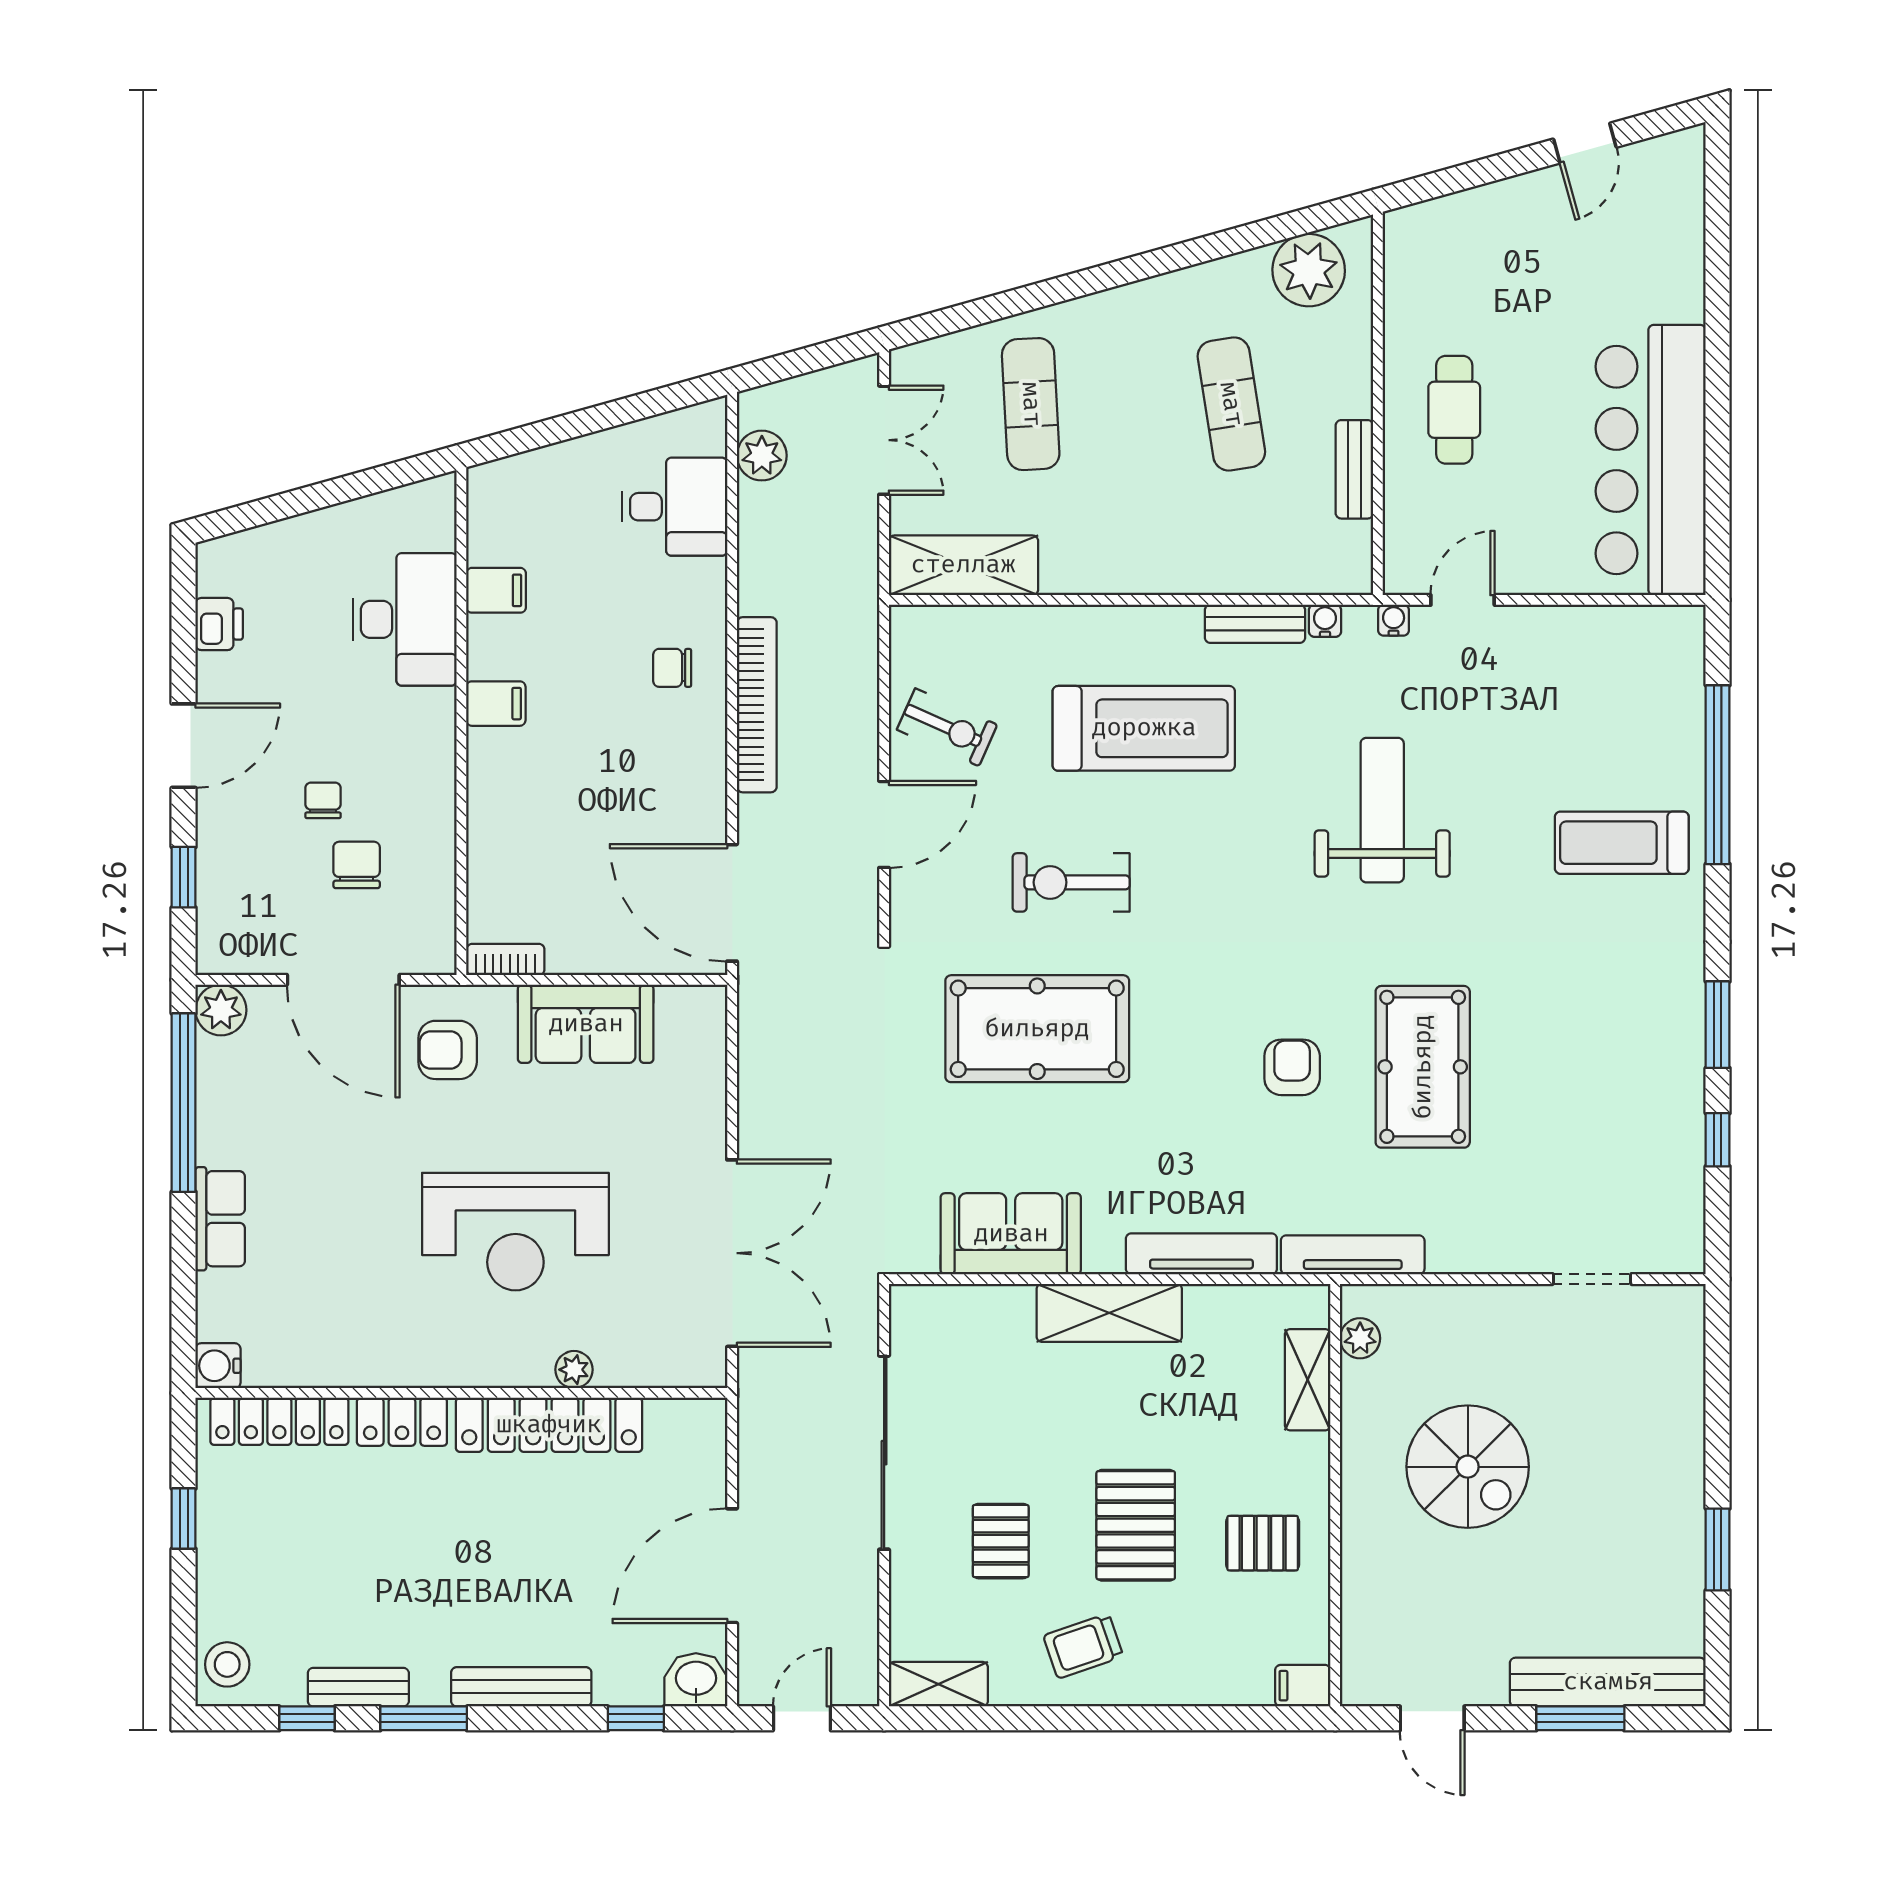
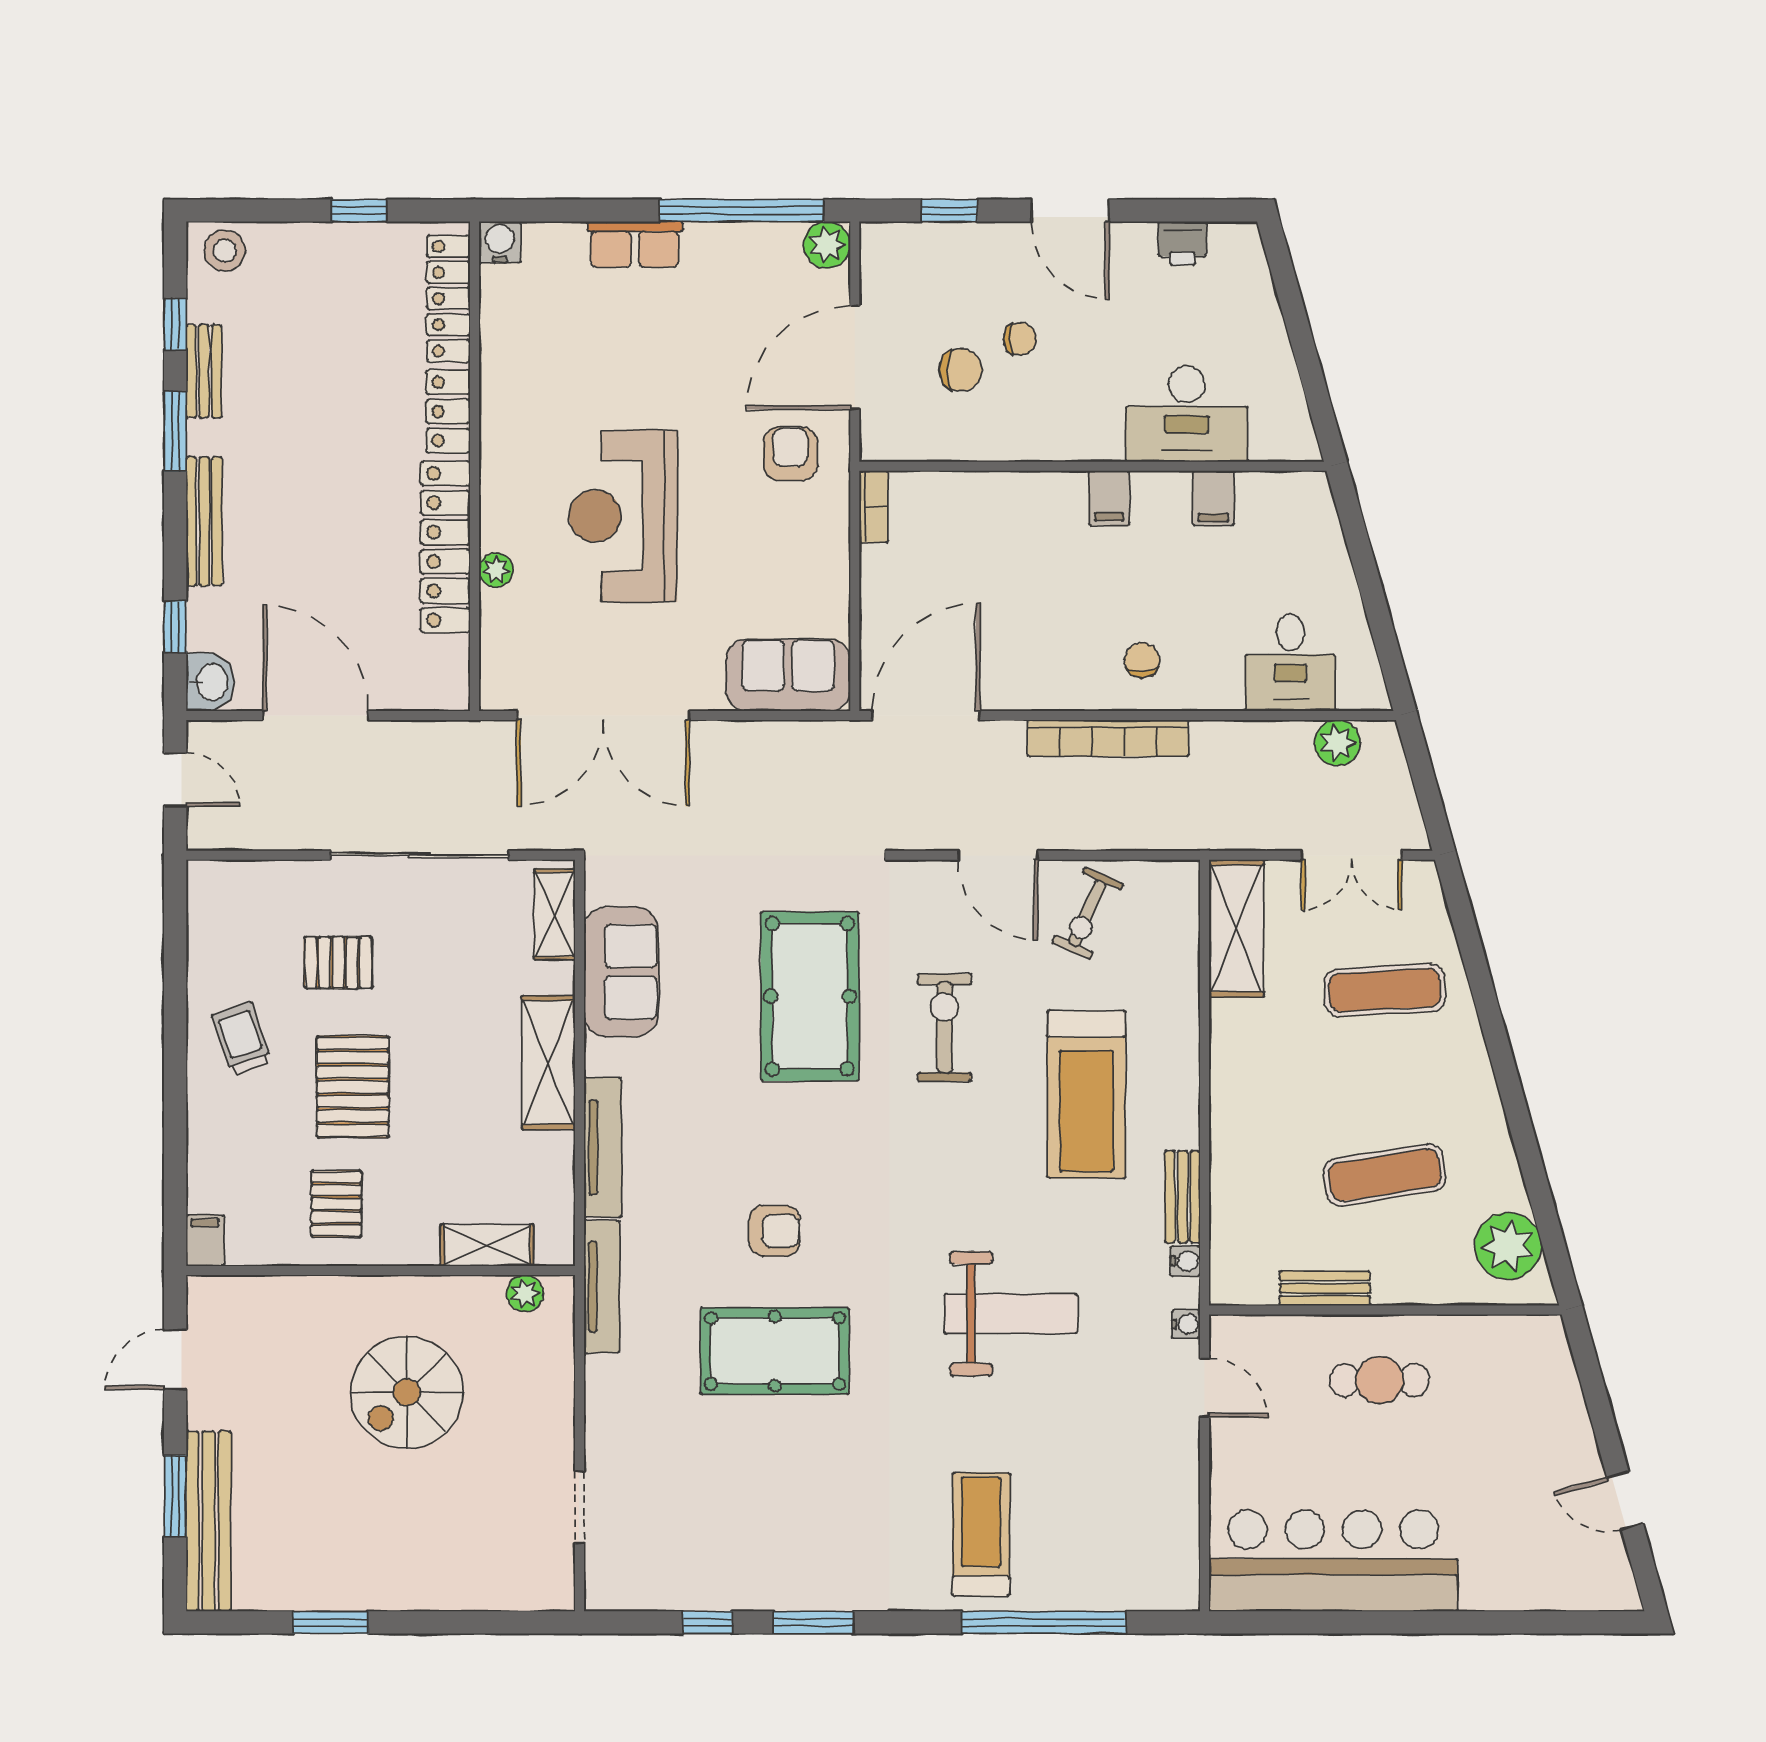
sofa: (586, 1024) -> (788, 675), moved, turned 90
pallet: (1136, 1525) -> (353, 1087), turned 90
shelving: (938, 1684) -> (555, 914), moved

